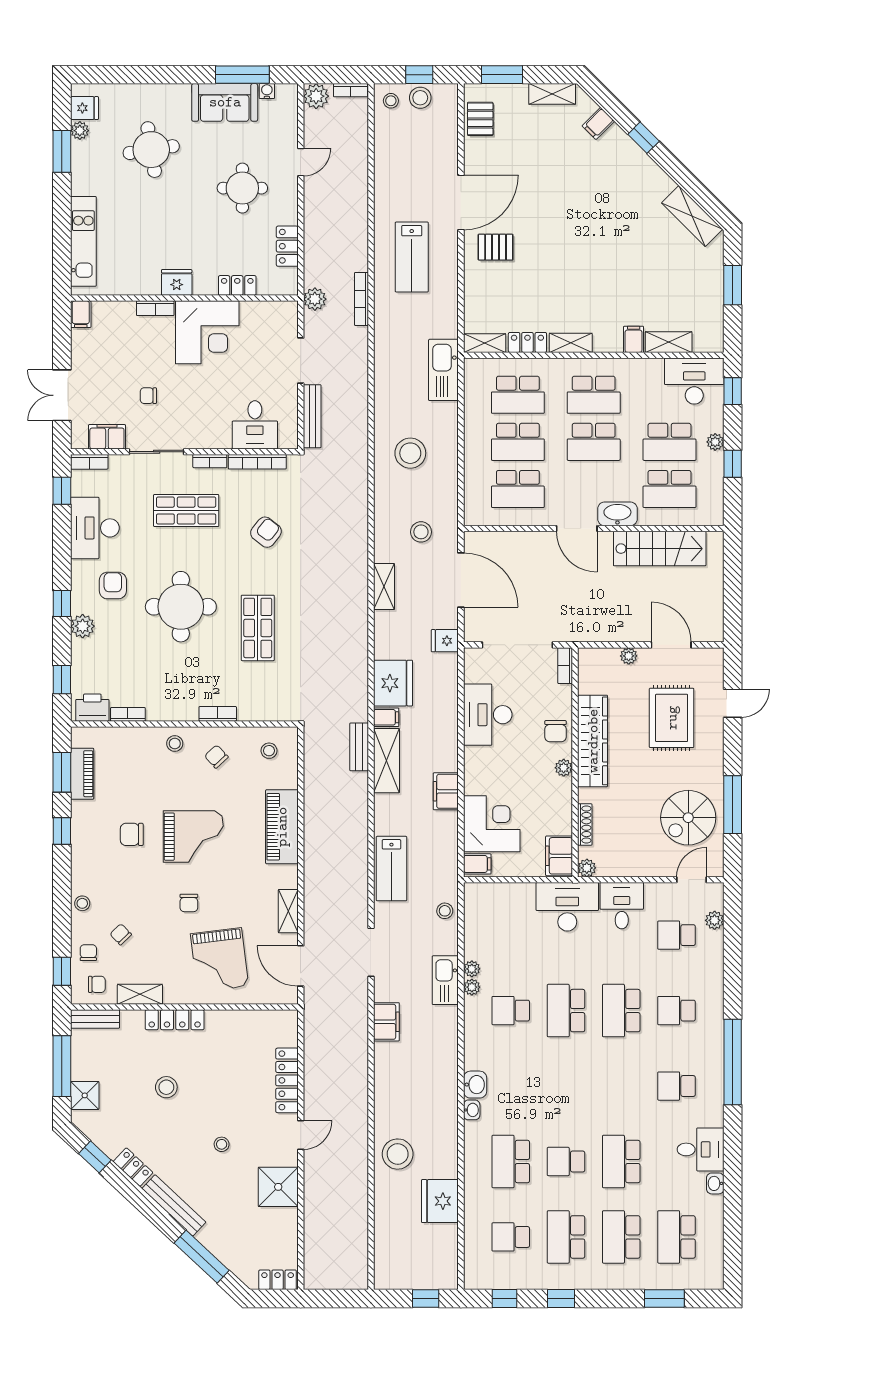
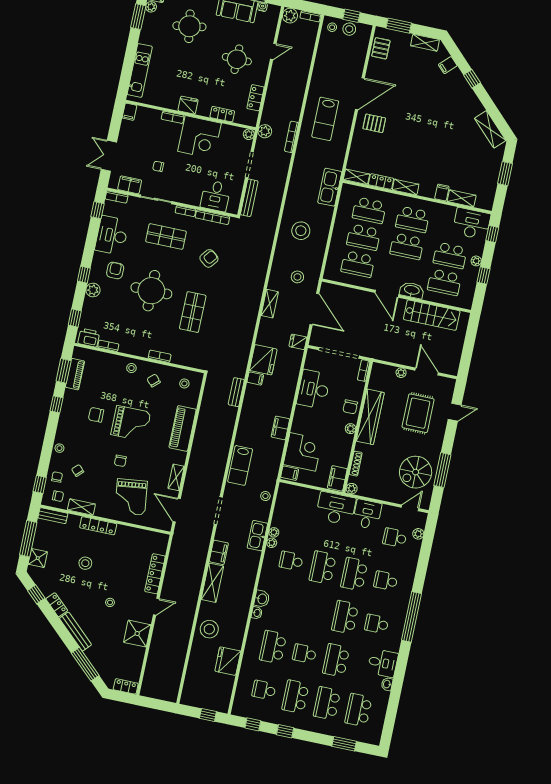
plant: (289, 310) -> (249, 134), added
shelving: (386, 761) -> (212, 583), moved
school desk: (621, 1086) -> (345, 617), added

